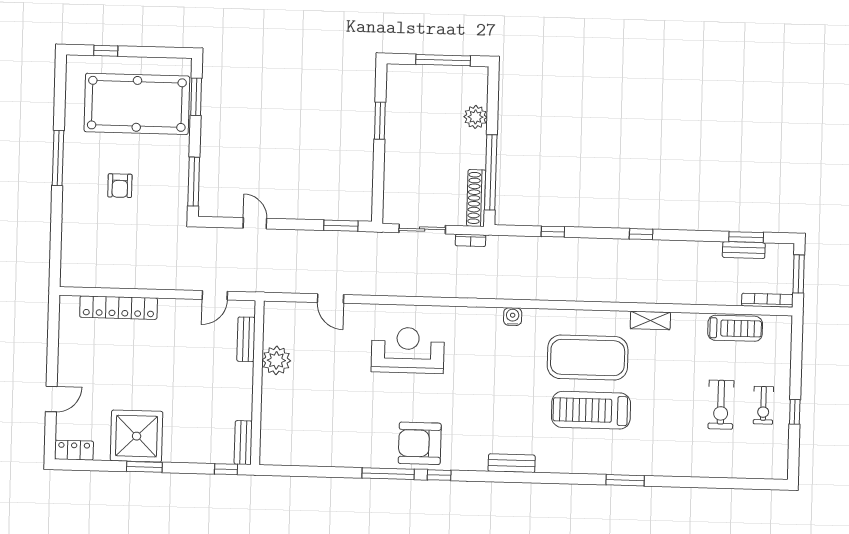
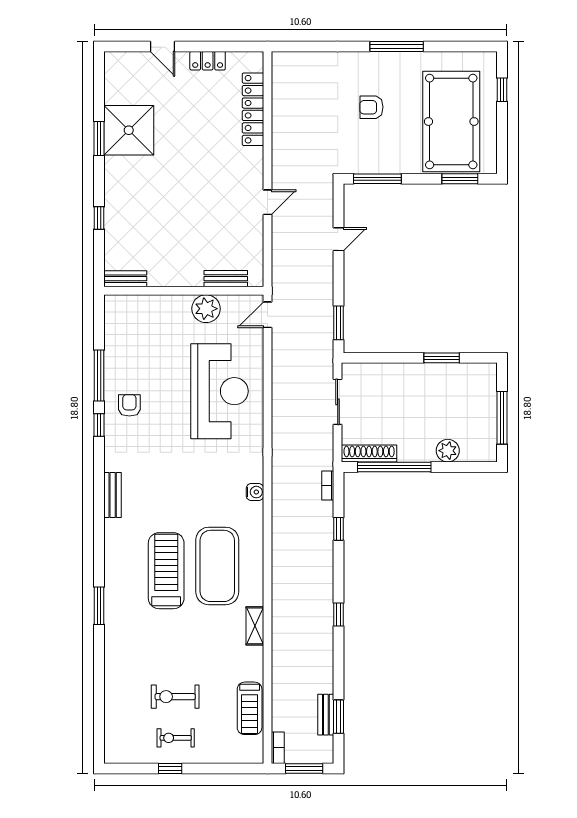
bookcase: (470, 240) -> (328, 486), moved
door: (215, 295) -> (267, 202), swing flipped
bookcase: (767, 300) -> (278, 748), width x0.64
bench: (246, 339) -> (226, 279), moved
reception desk: (408, 350) -> (219, 391), width x1.36, depth x1.30
plant: (276, 360) -> (206, 309), moved
wall: (257, 383) -> (184, 291), moved
bench: (243, 443) -> (125, 279), moved
armchair: (420, 443) -> (129, 405), width x0.53, depth x0.53
locker: (74, 450) -> (208, 61), moved, turned 90

